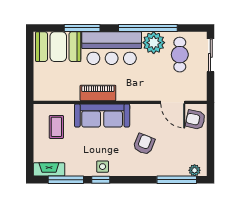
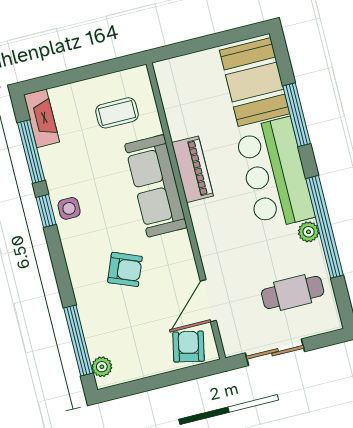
plant: (154, 43) -> (309, 232), width x0.53, depth x0.53
sliding door: (210, 55) -> (275, 352), moved

